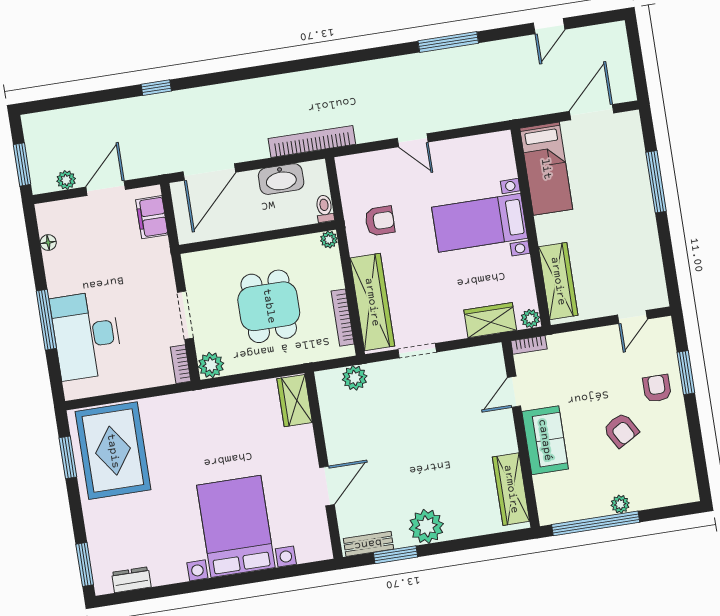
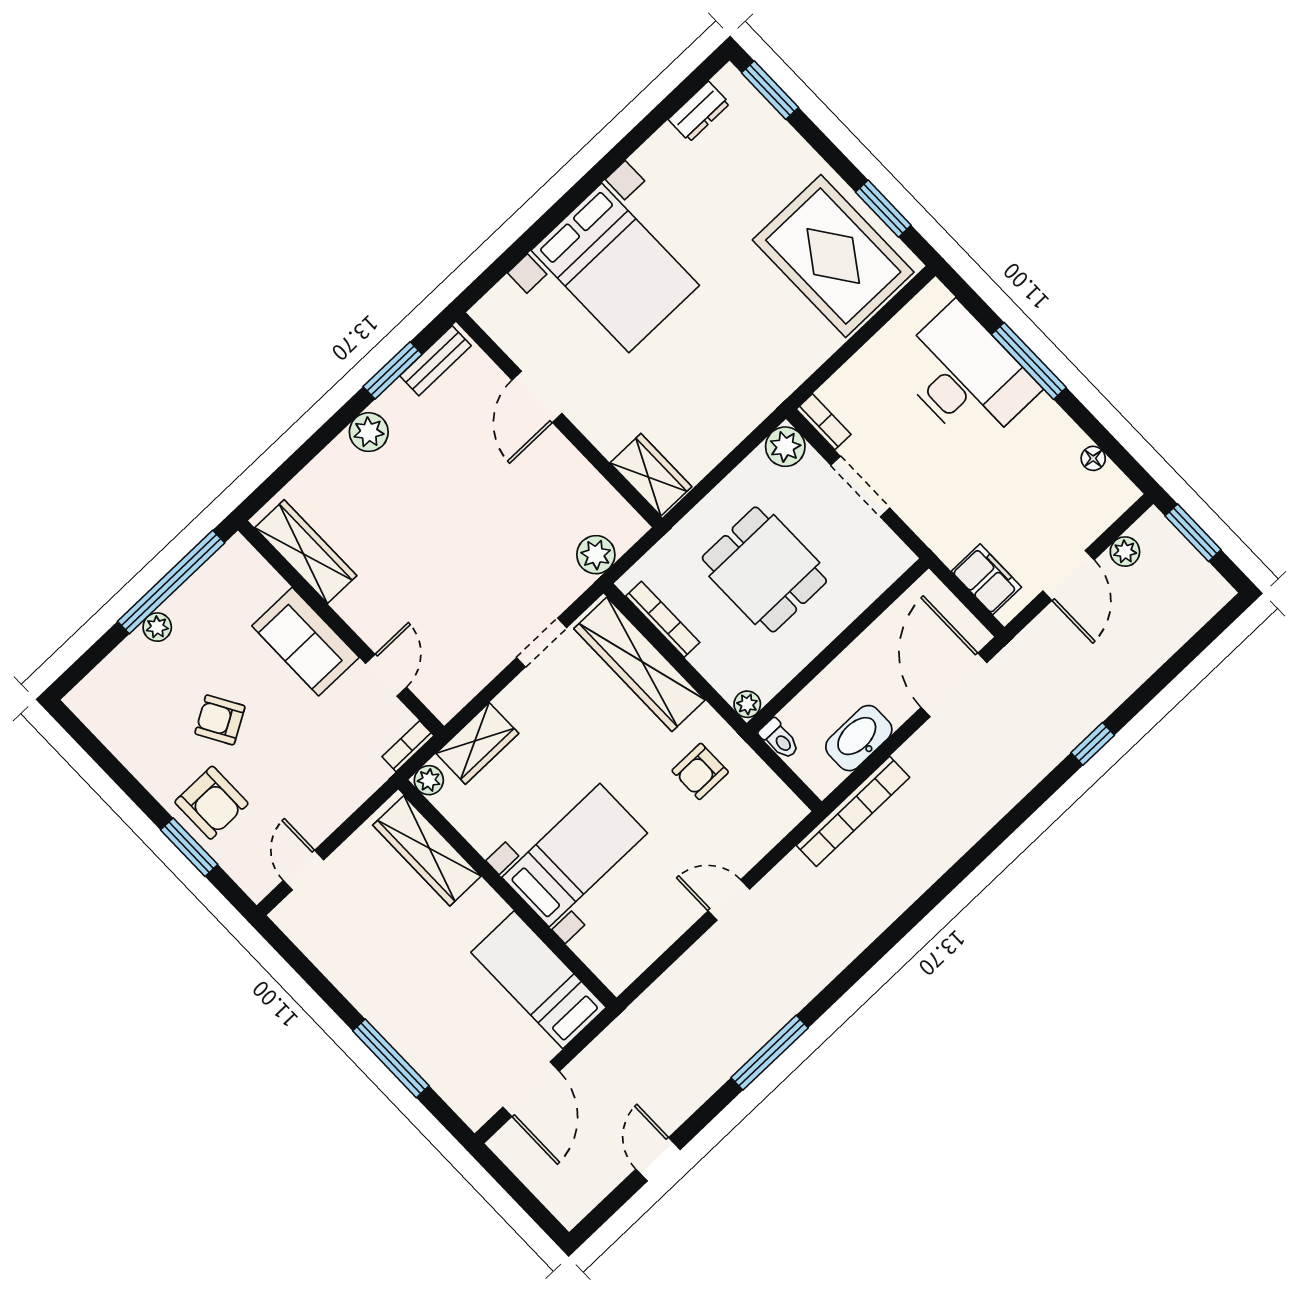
armchair: (657, 388) -> (211, 803), width x1.38, depth x1.38
plant: (426, 526) -> (369, 432), width x0.73, depth x0.73

